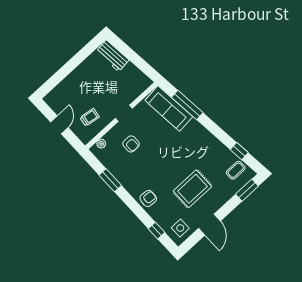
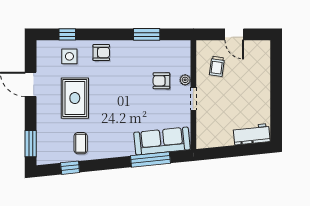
plant: (101, 144) -> (185, 80), moved
coffee table: (236, 170) -> (81, 143), moved
armchair: (148, 198) -> (101, 53), turned -94
side table: (180, 228) -> (69, 56), moved

